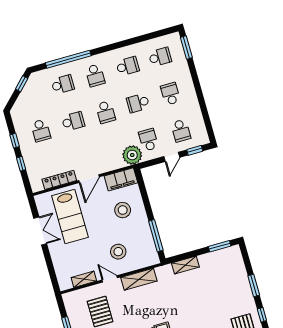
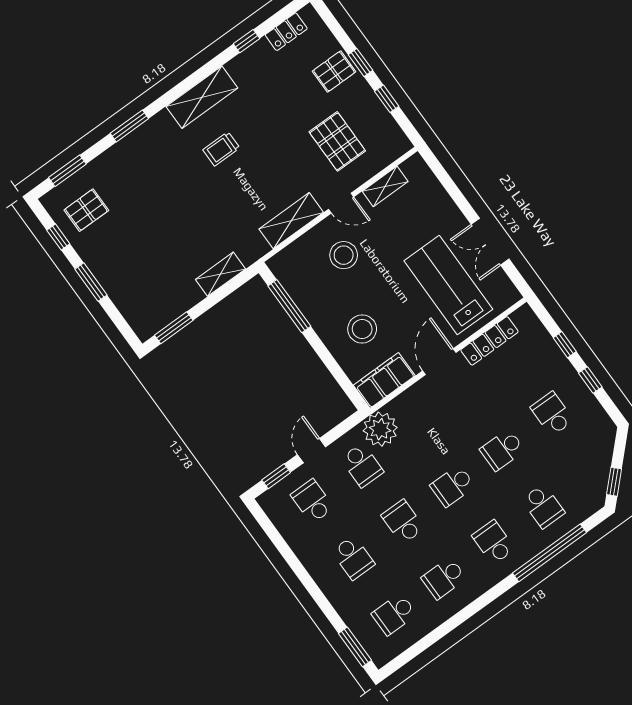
school desk: (63, 84) -> (543, 506), turned -90
school desk: (138, 103) -> (403, 522), turned -90
school desk: (106, 112) -> (453, 486), turned -90

